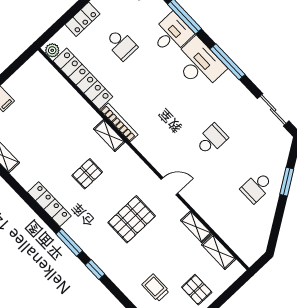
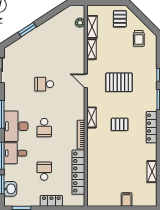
plant: (52, 50) -> (80, 23), moved
shelving: (109, 135) -> (92, 117), moved
school desk: (257, 187) -> (44, 128), moved, turned 90

